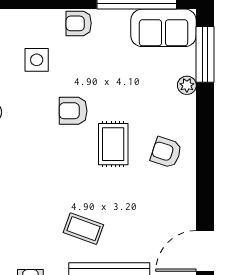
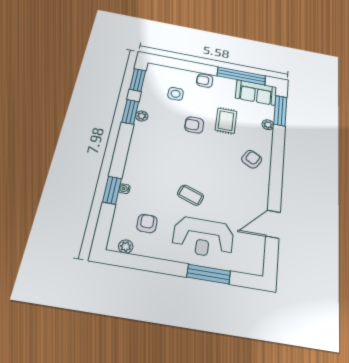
rug: (113, 144) -> (226, 121), moved
armchair: (166, 152) -> (252, 159), turned 102

